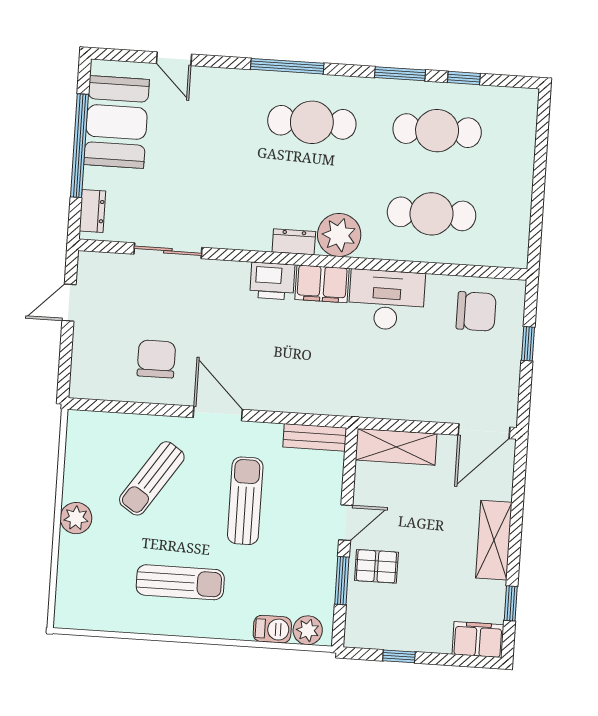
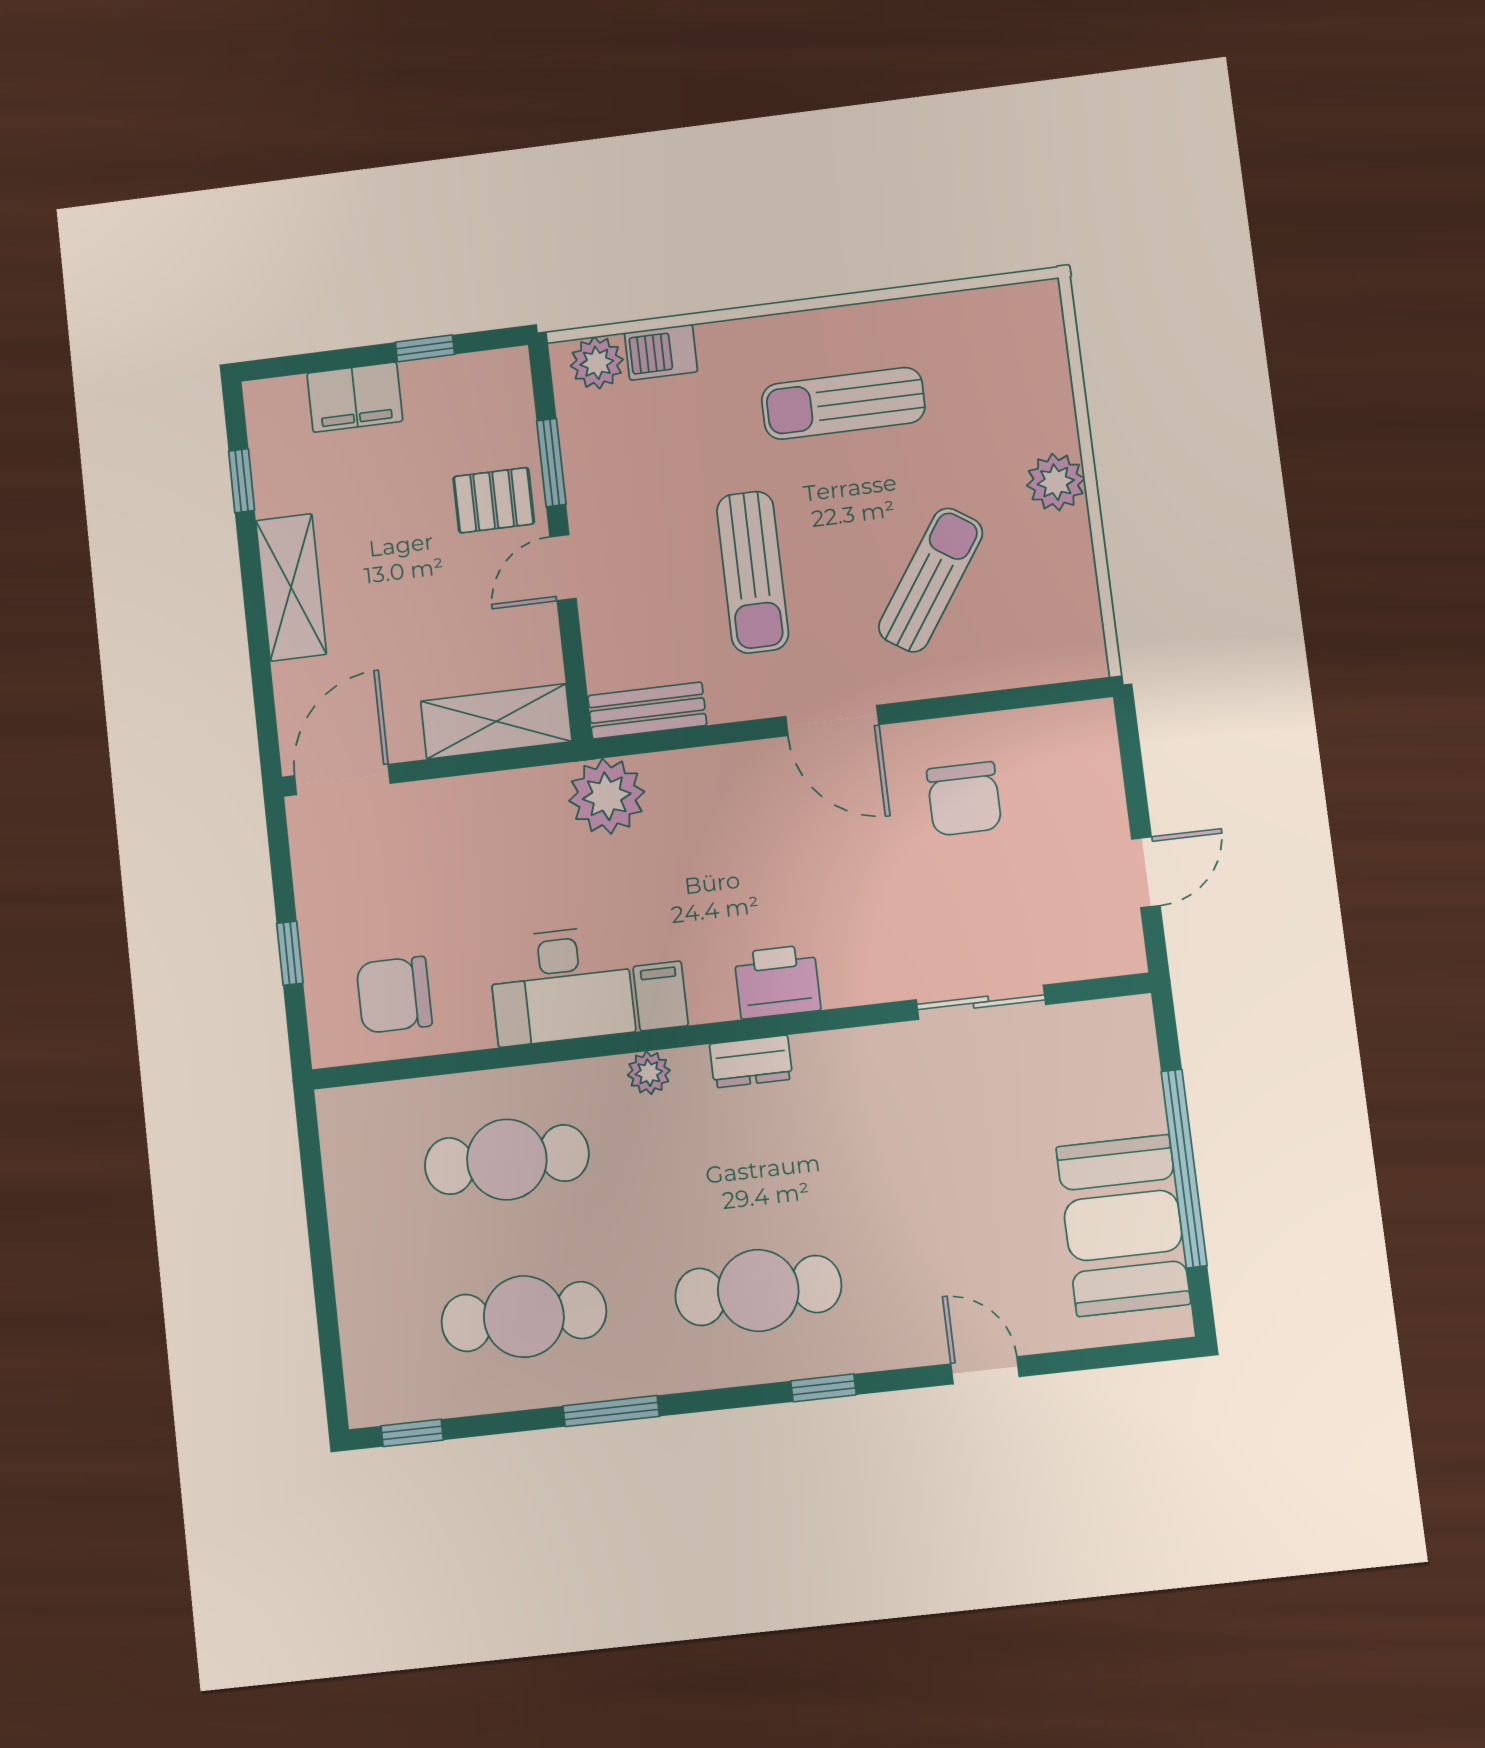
door: (174, 59) -> (985, 1370), moved
window: (287, 66) -> (823, 1388), width x0.46
window: (464, 78) -> (412, 1433), moved
dresser: (92, 211) -> (1136, 1050), removed
plant: (339, 235) -> (649, 1073), width x0.53, depth x0.53
filing cabinet: (322, 284) -> (661, 996), width x0.50
plant: (344, 396) -> (607, 796), added
filing cabinet: (478, 640) -> (355, 397), moved

